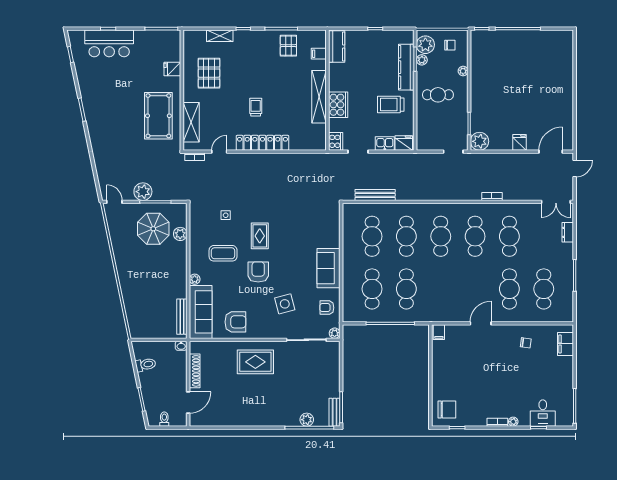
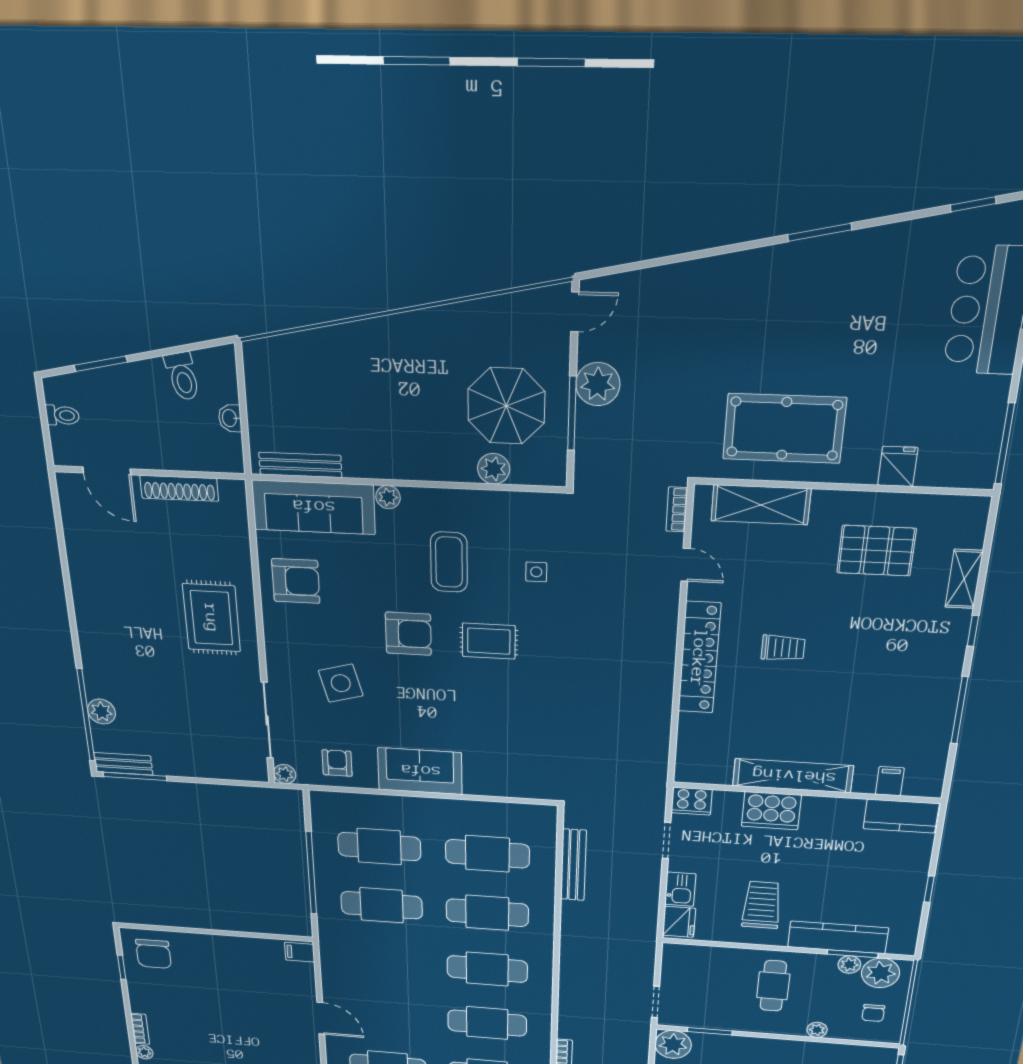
pallet: (288, 46) -> (917, 723), removed
armchair: (235, 322) -> (296, 581), turned -90
washbasin: (181, 346) -> (230, 418), moved

